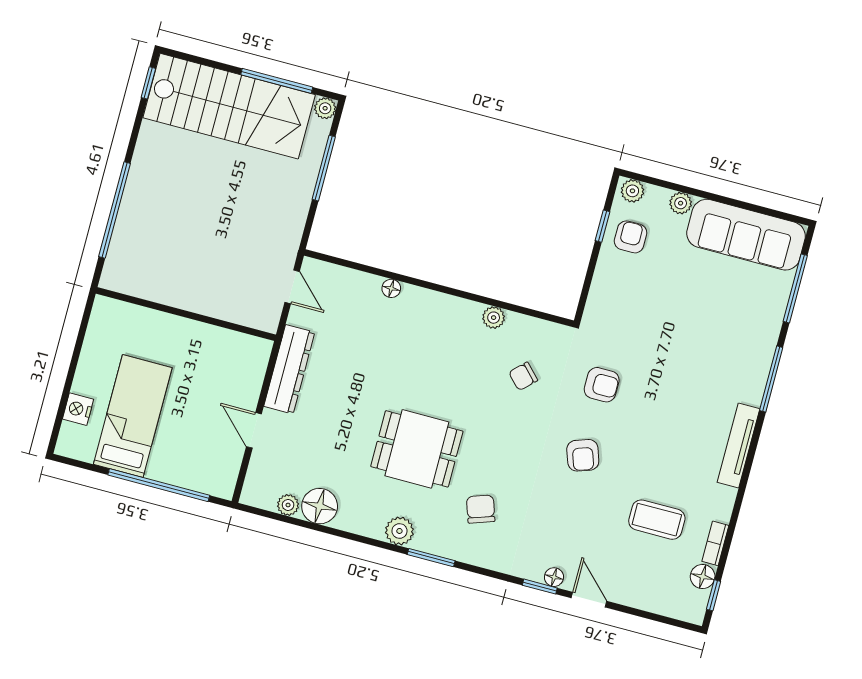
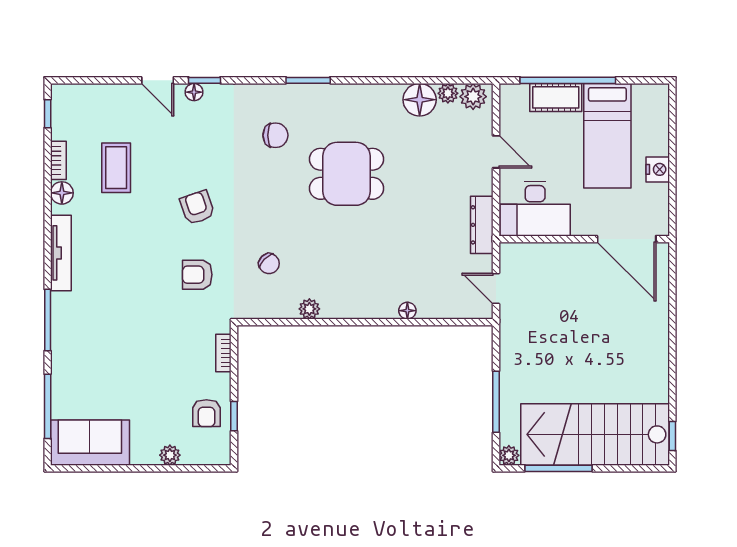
plant: (632, 191) -> (216, 455), removed
window: (115, 210) -> (672, 315), removed
sofa: (746, 235) -> (90, 443), width x0.73
bookcase: (596, 295) -> (223, 353), added
door: (141, 302) -> (627, 239), added
desk: (229, 360) -> (535, 209), added
dresser: (289, 369) -> (482, 225), width x0.73, depth x0.80
chair: (523, 376) -> (269, 264), turned 89
nightstand: (78, 409) -> (658, 169), moved
cot: (176, 471) -> (556, 97), added
chair: (481, 509) -> (275, 135), turned -71
coffee table: (657, 520) -> (116, 168), turned 90
plant: (399, 531) -> (473, 97), moved
floor lamp: (703, 577) -> (62, 193), moved

